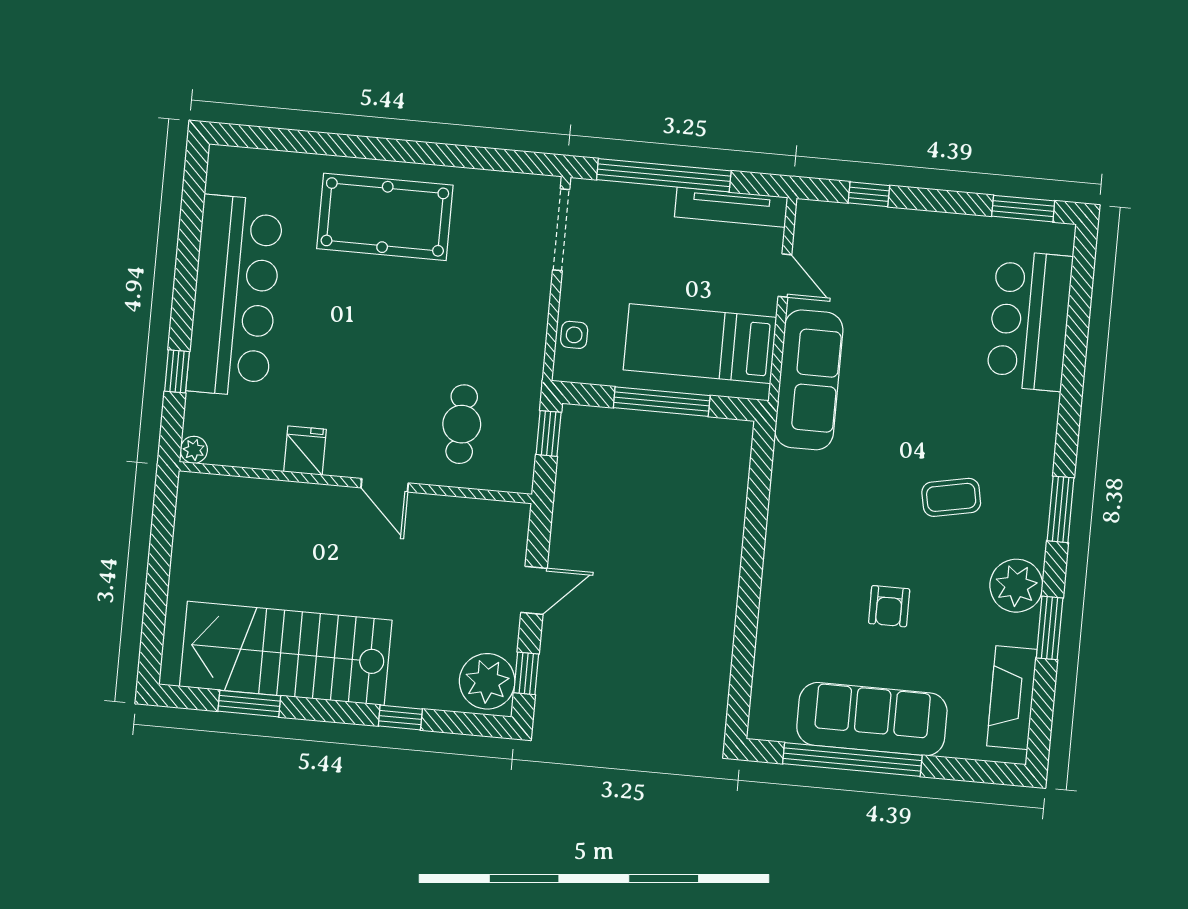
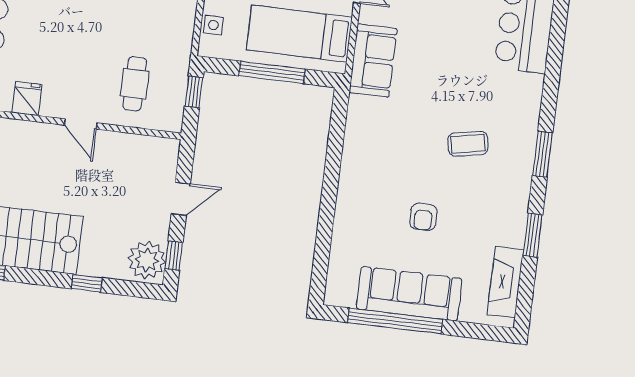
sofa: (809, 380) -> (373, 61), width x0.73
plant: (1016, 586) -> (511, 205), removed

